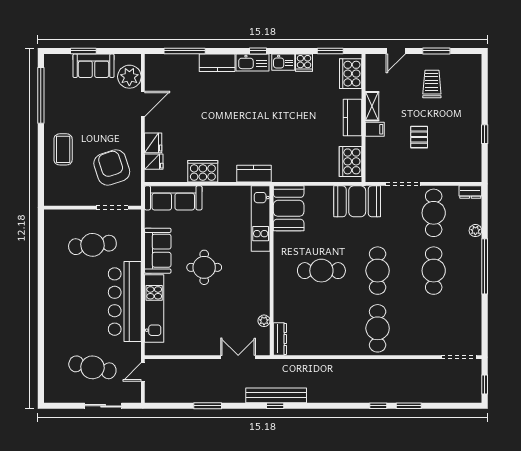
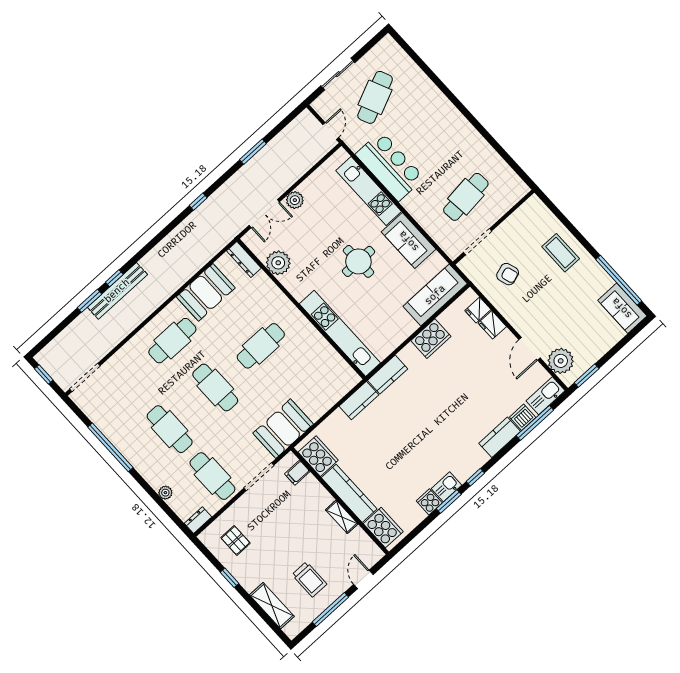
window: (83, 51) -> (587, 376), moved
window: (330, 51) -> (449, 501), moved
window: (436, 51) -> (330, 610), width x1.44
dishwasher: (189, 62) -> (523, 417), added
kitchen sink: (252, 63) -> (546, 396), moved
sofa: (94, 66) -> (622, 308), moved, turned -90
shelving: (473, 89) -> (272, 606), added
kitchen counter: (352, 117) -> (349, 493), width x1.50
filing cabinet: (375, 129) -> (297, 473), moved
pallet: (419, 137) -> (235, 540), moved
armchair: (112, 167) -> (508, 274), width x0.53, depth x0.53
kitchen counter: (289, 174) -> (359, 401), added
booth: (289, 208) -> (206, 292), moved, turned 90
kitchen unit: (261, 219) -> (340, 333), width x1.36
window: (485, 266) -> (110, 447), moved
bar counter: (125, 302) -> (390, 166), width x0.73
plant: (264, 321) -> (278, 263), width x1.87, depth x1.87
cafe table: (378, 328) -> (172, 341), turned 90
plant: (209, 348) -> (295, 200), added
cafe table: (92, 367) -> (375, 97), turned -36
bench: (276, 395) -> (117, 291), moved

